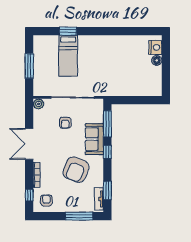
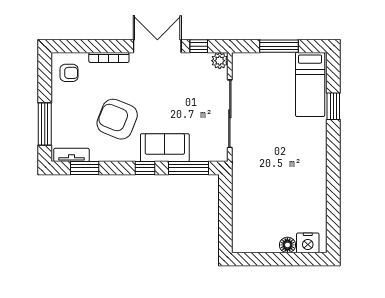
bed: (68, 56) -> (310, 84), moved, turned -90
armchair: (65, 123) -> (190, 102), removed
window: (29, 195) -> (199, 46), moved

